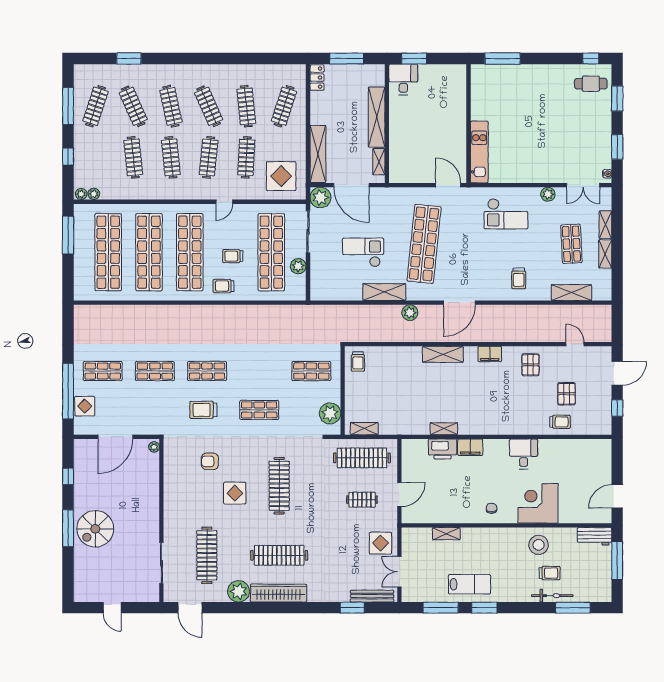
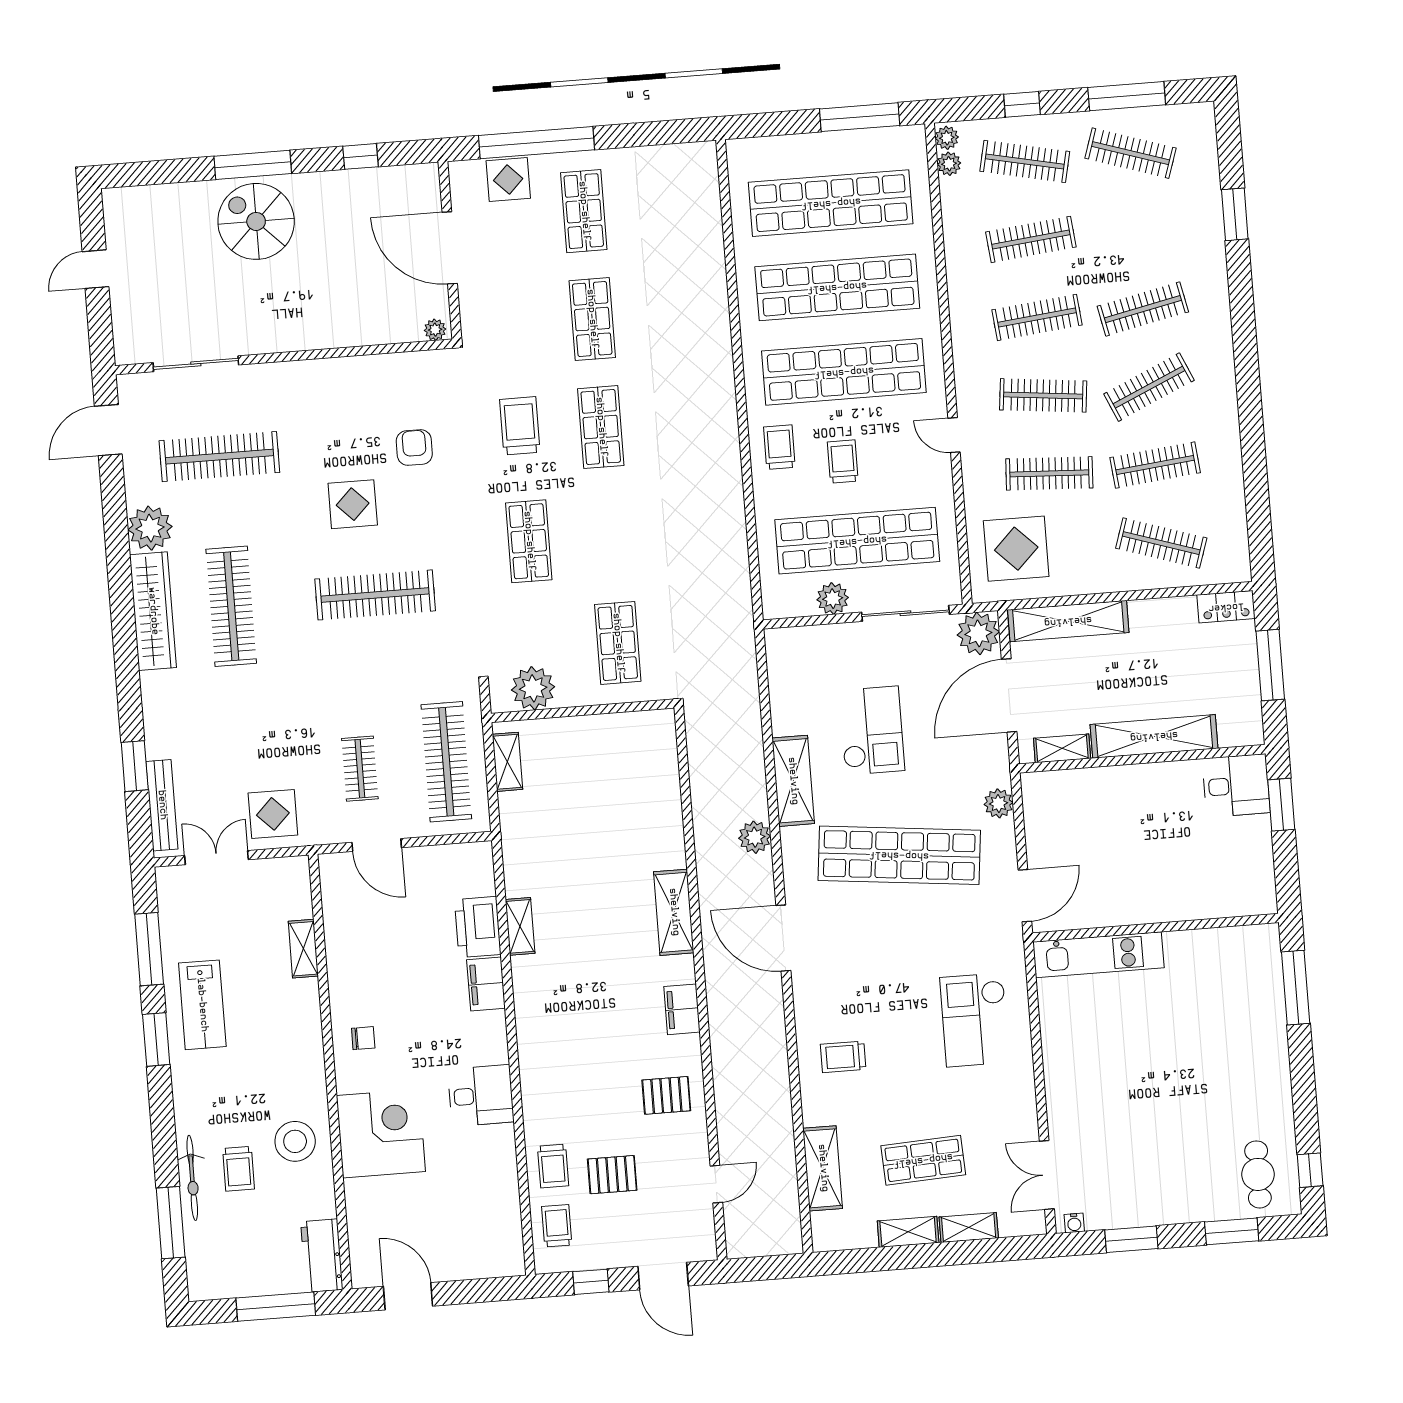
clothes rail: (133, 106) -> (1025, 161), moved, turned 36
plant: (548, 194) -> (998, 803), moved
trolley: (358, 362) -> (557, 1226), moved, turned 90

